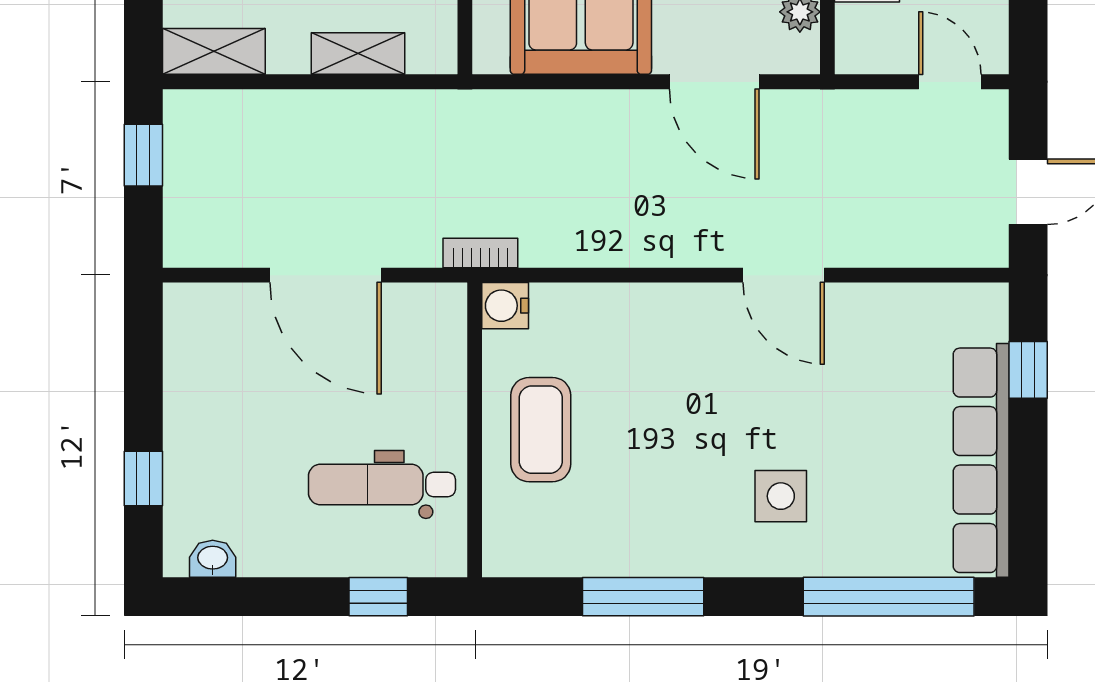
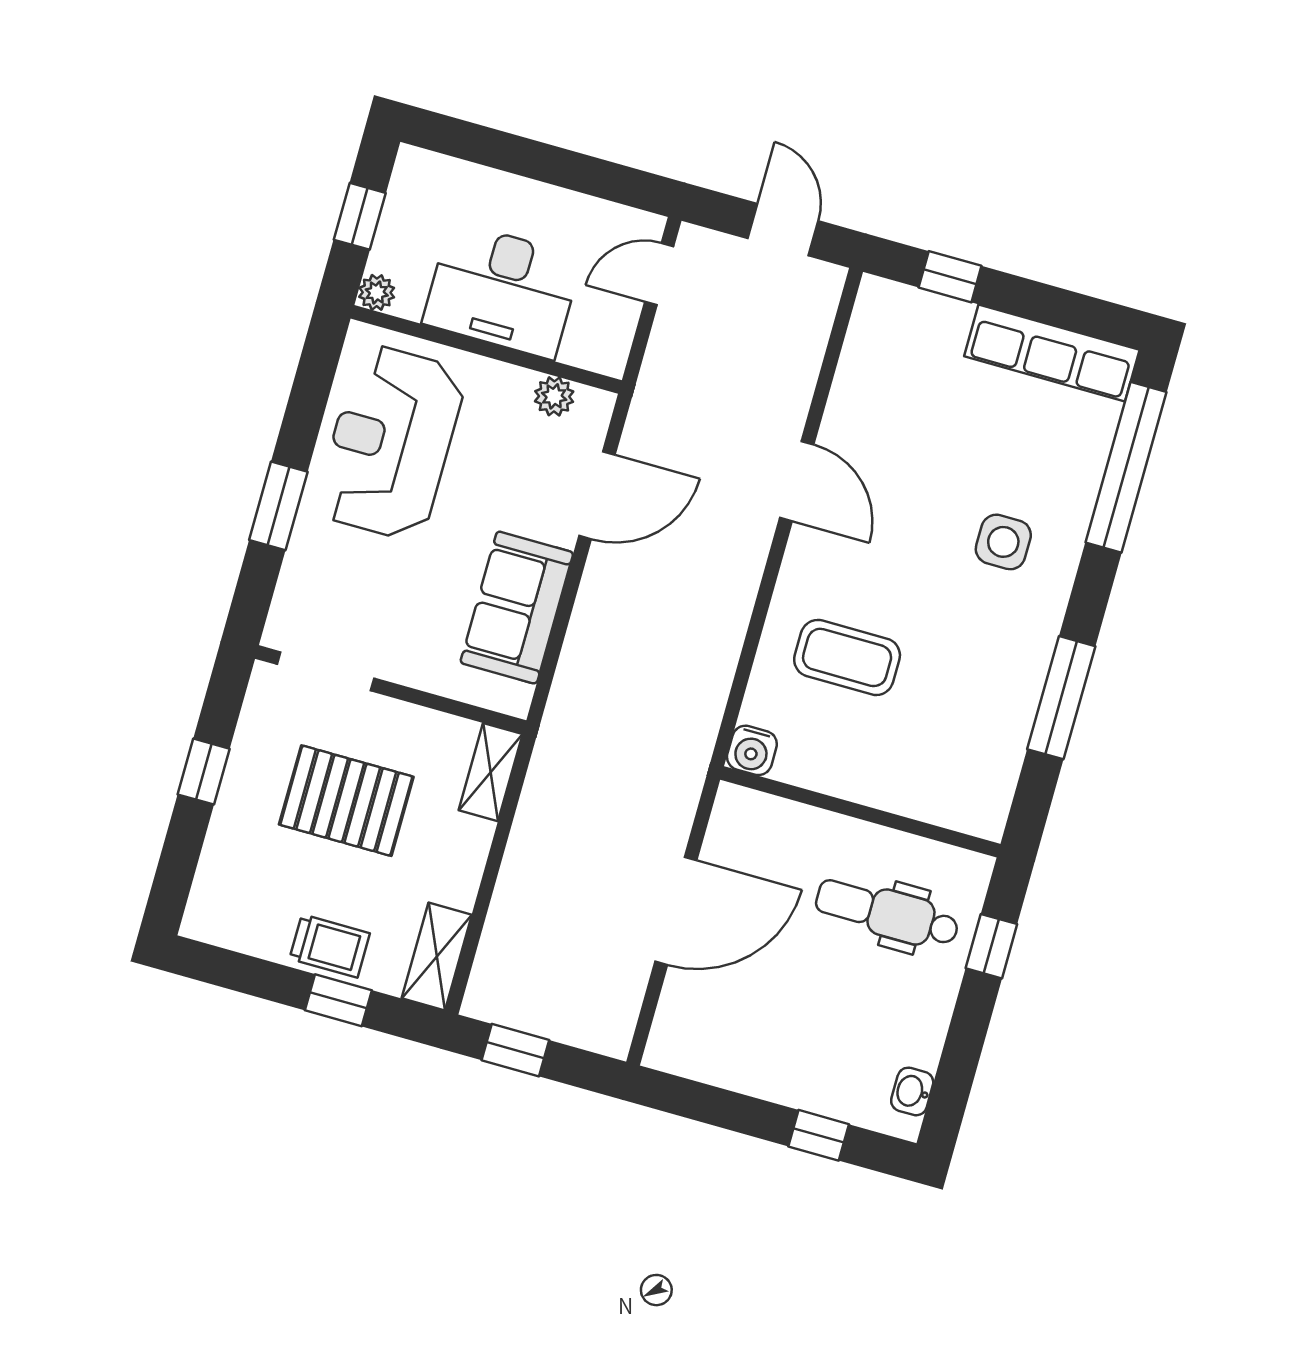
shelving: (358, 54) -> (491, 772), moved
bookcase: (480, 253) -> (696, 760), removed
door: (784, 275) -> (797, 481), hinge flipped
coffee table: (541, 430) -> (847, 657), moved
row of seats: (981, 460) -> (1052, 353), width x0.73
dental chair: (382, 484) -> (887, 913), turned 90

